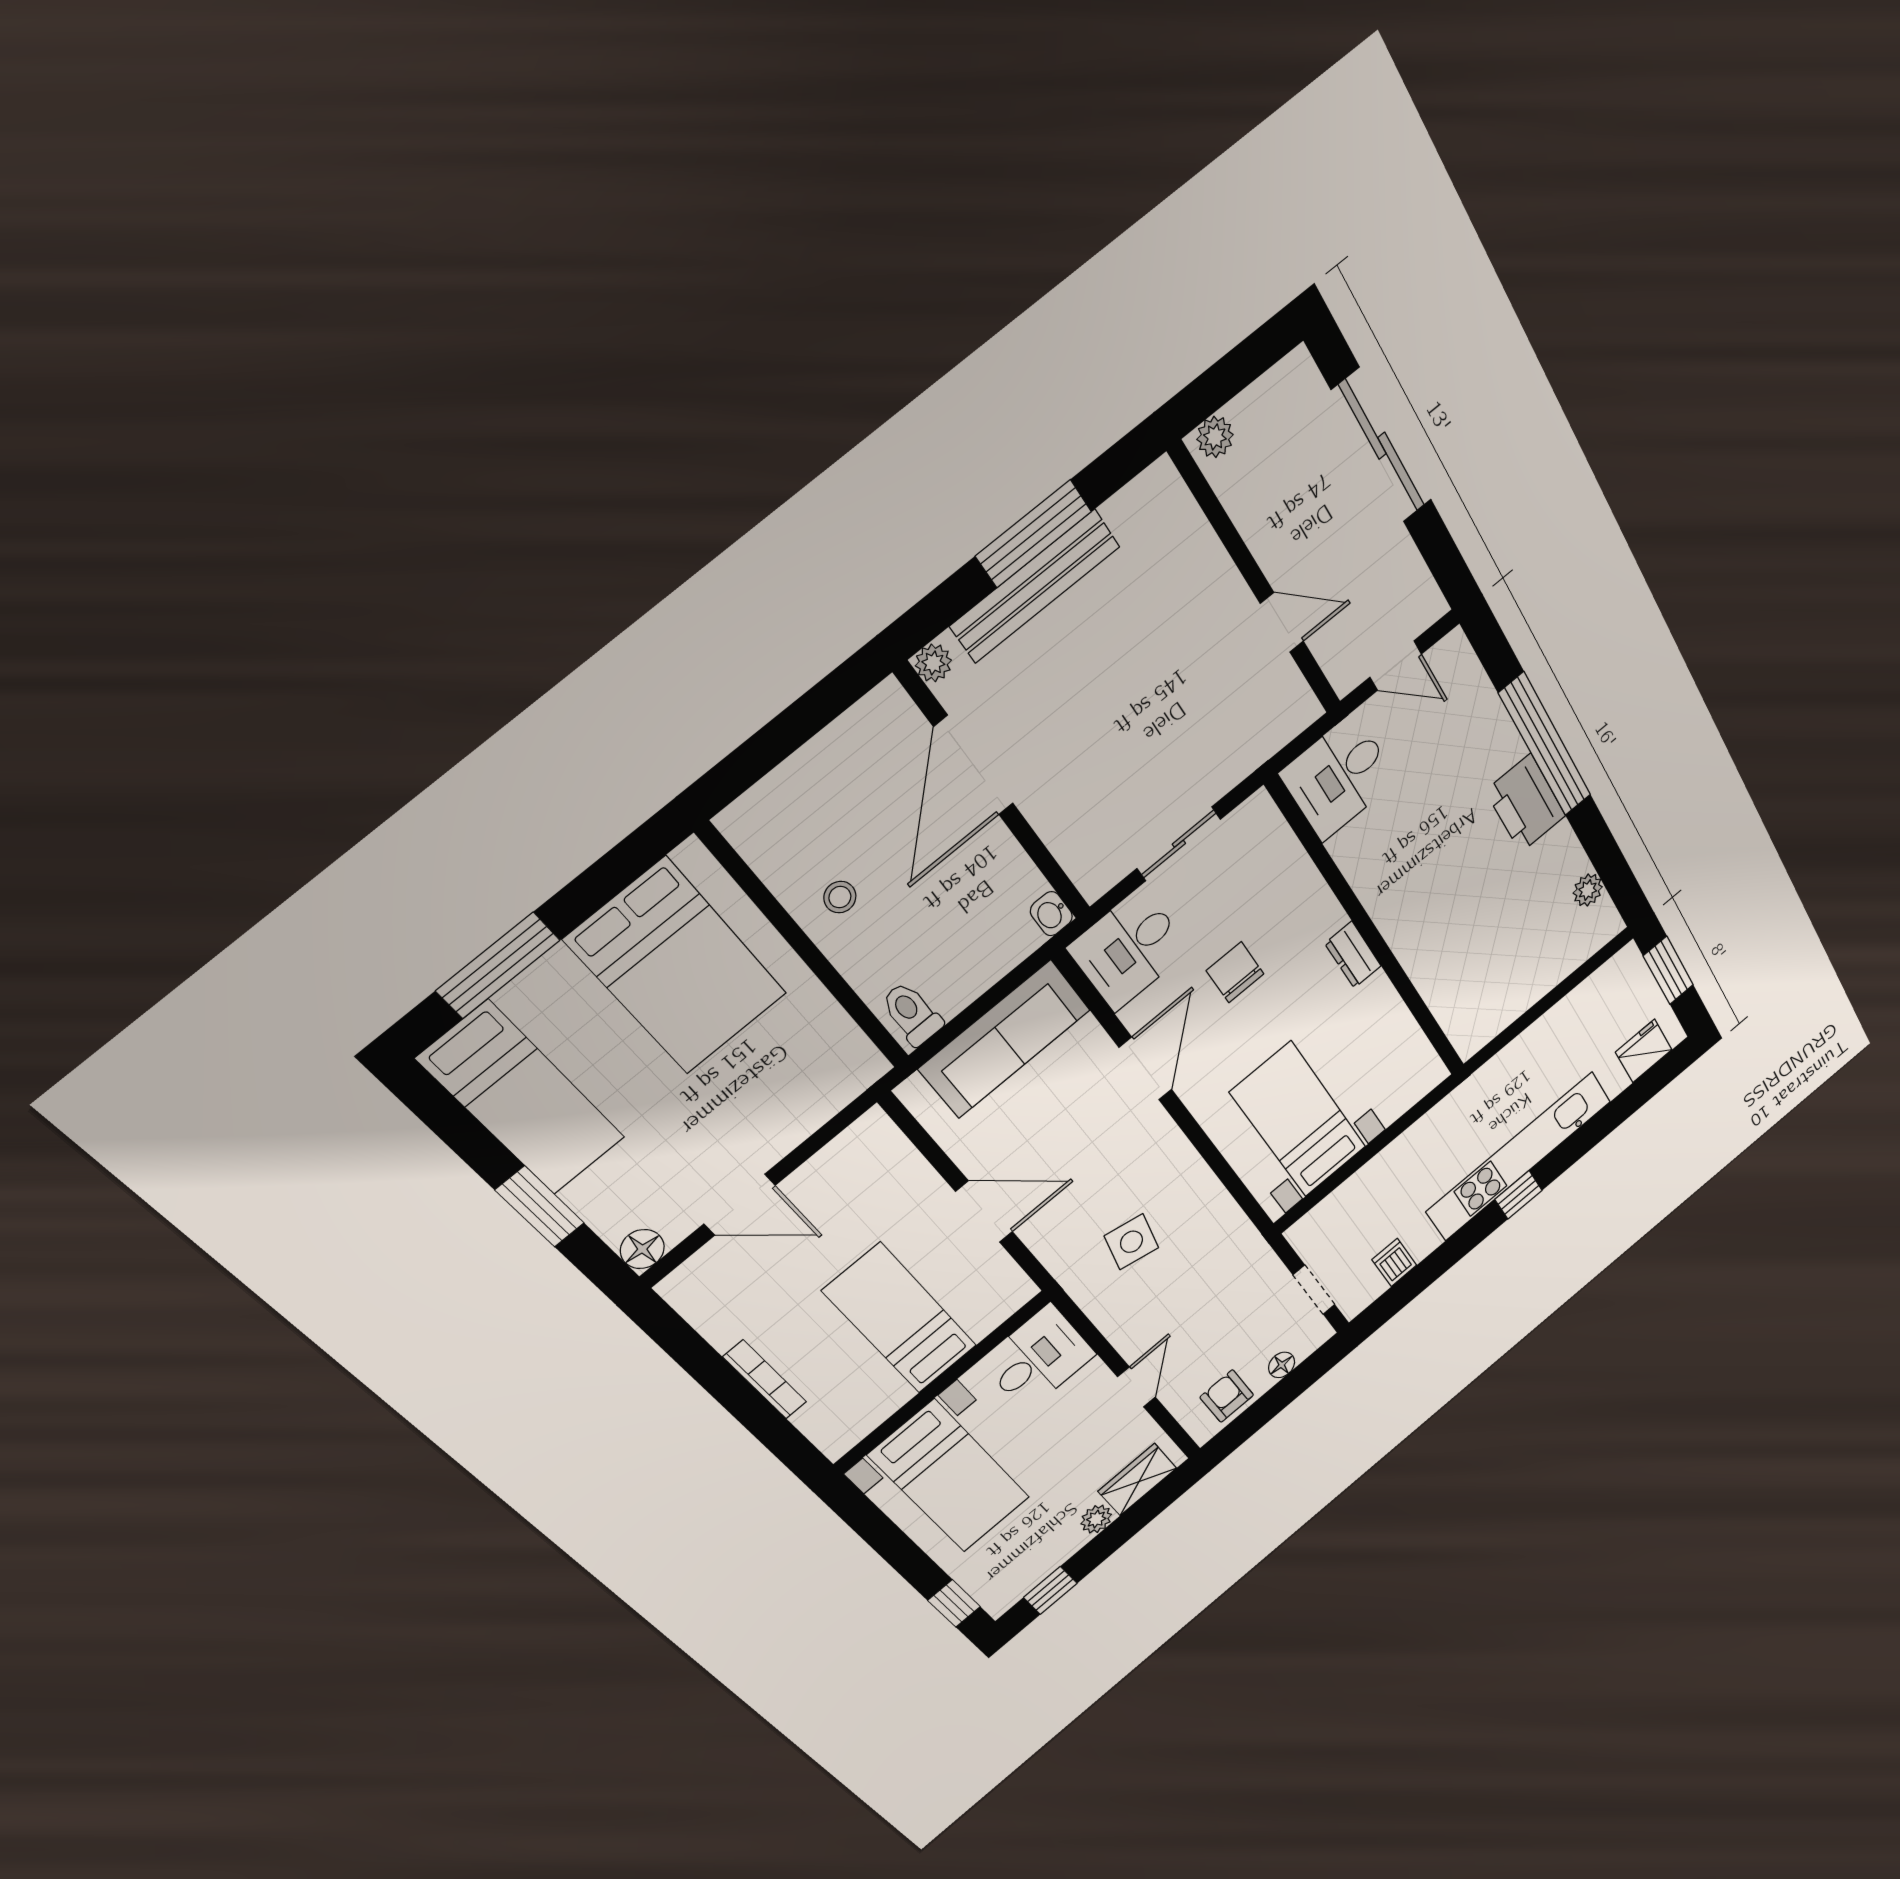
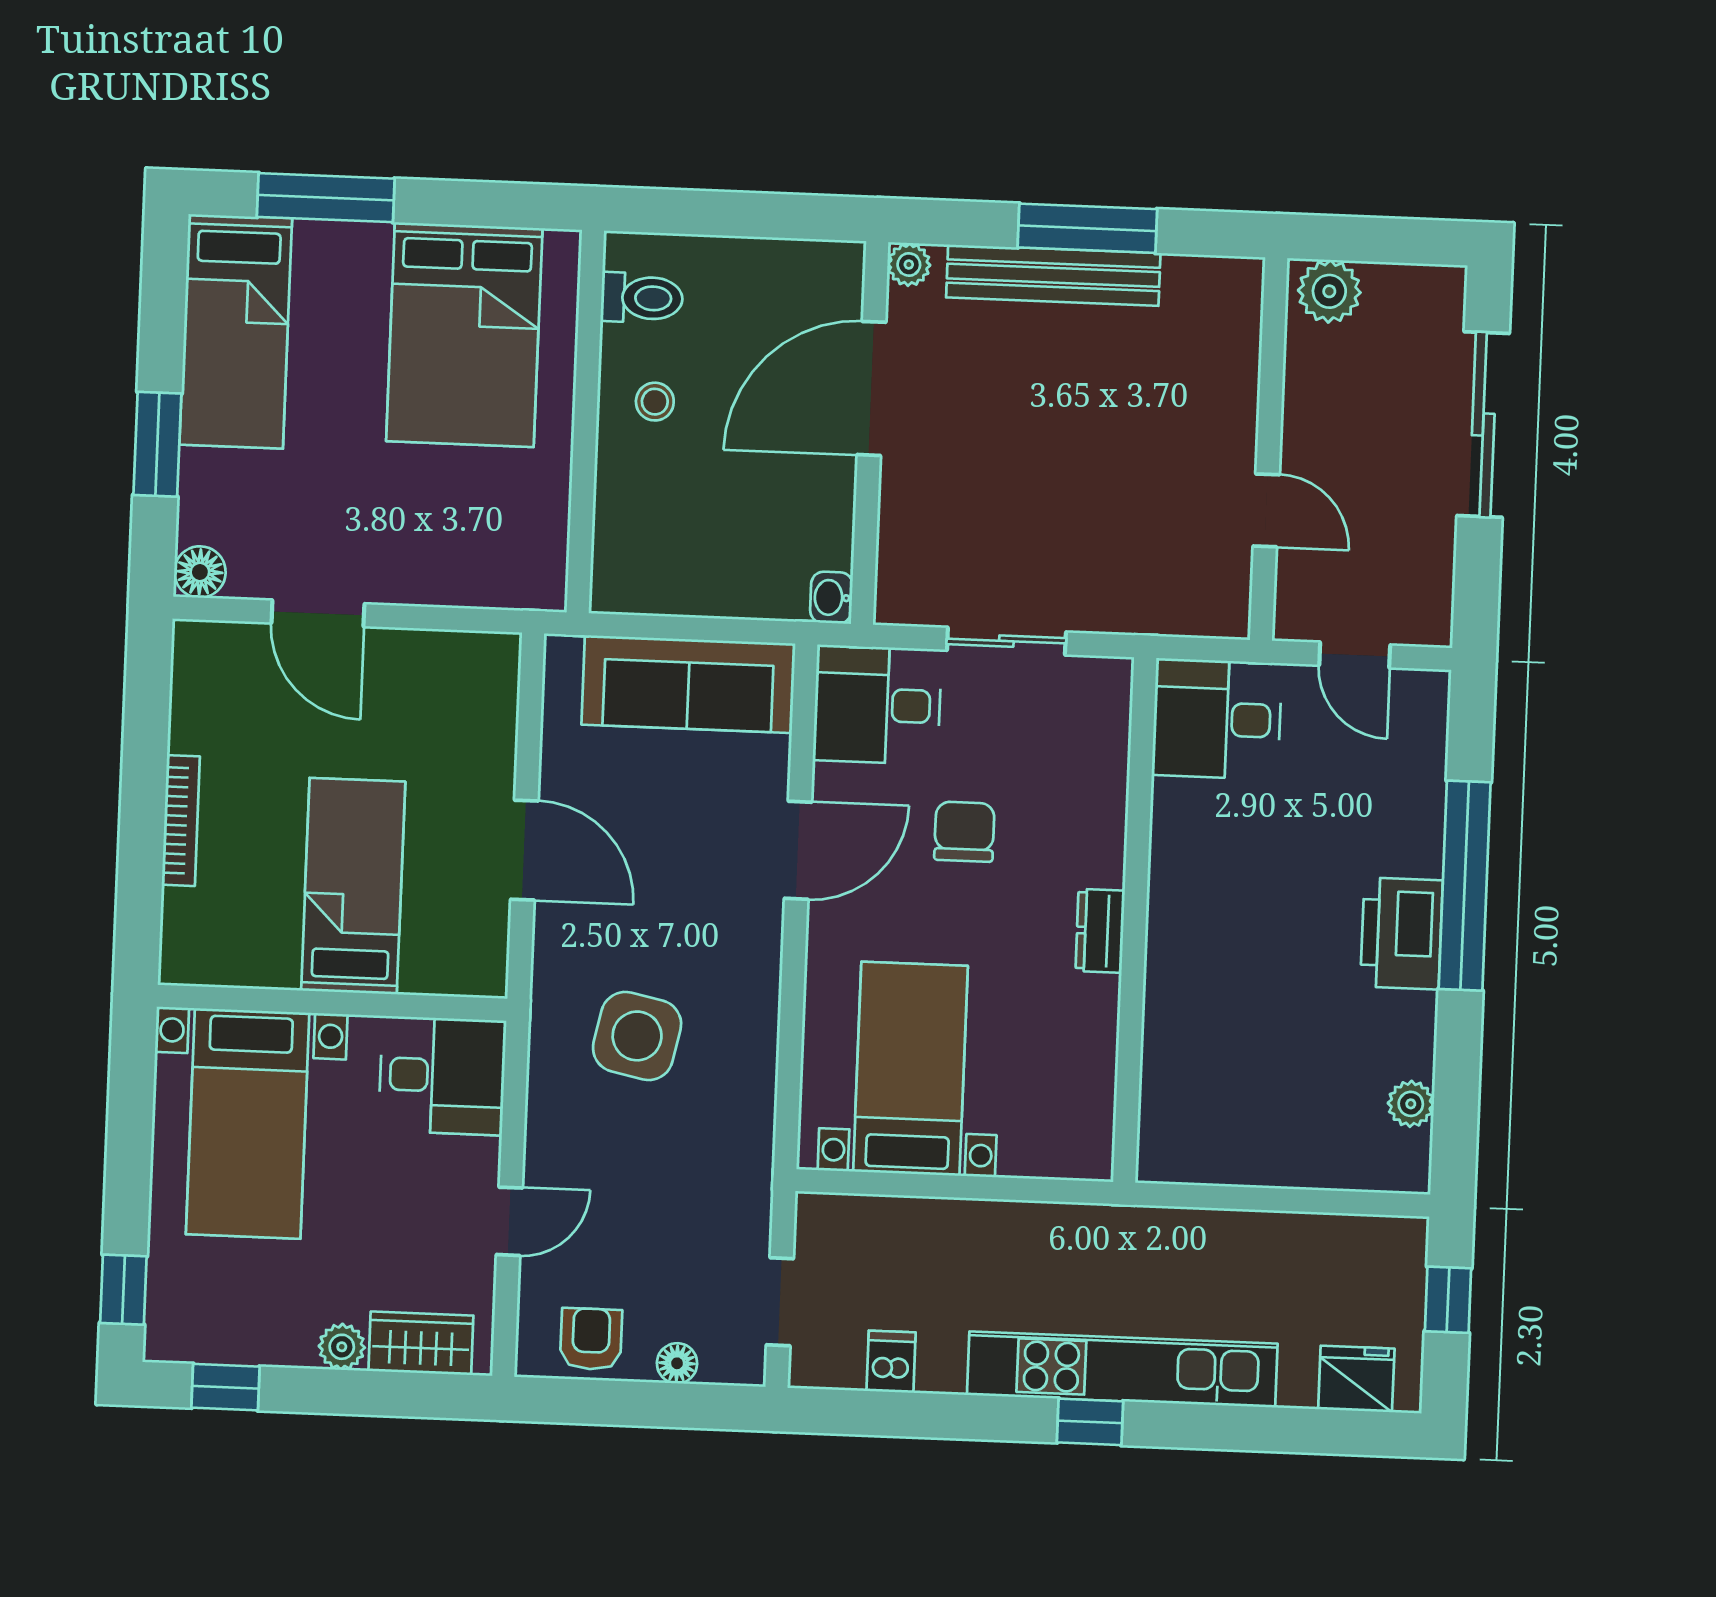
plant: (1215, 437) -> (1329, 291), width x1.38, depth x1.38
window: (1668, 970) -> (1448, 1300), width x0.67
toilet: (912, 1014) -> (642, 298), moved, turned 90
side table: (1131, 1242) -> (637, 1036), width x1.37, depth x1.37

